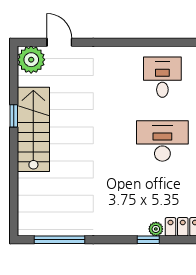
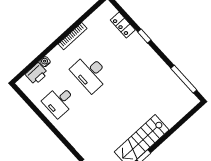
plant: (156, 229) -> (136, 37), removed

